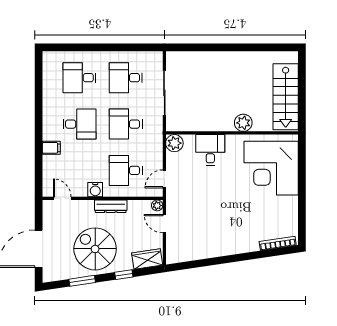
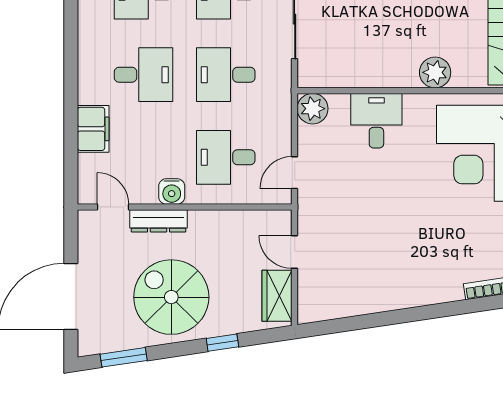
filing cabinet: (51, 148) -> (93, 129), width x2.00
plant: (157, 205) -> (282, 220), removed
dresser: (111, 206) -> (159, 221), moved
wardrobe: (147, 259) -> (277, 296), moved, turned -82
window: (82, 281) -> (124, 357), moved

